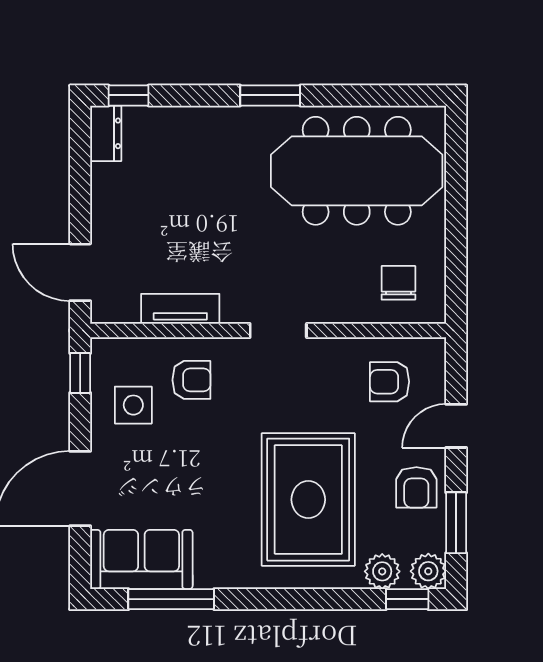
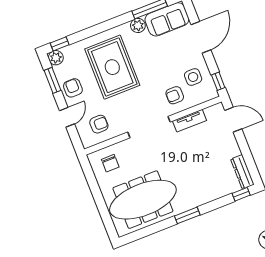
dresser: (106, 133) -> (242, 172), width x1.44
doorway: (278, 330) -> (149, 127), width x1.87
plant: (382, 571) -> (138, 25), moved

